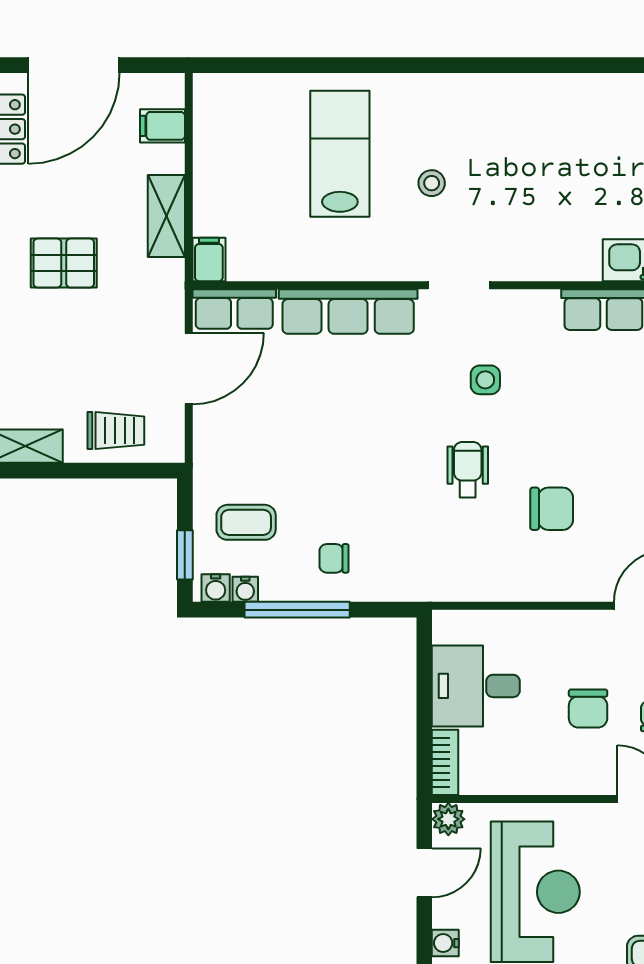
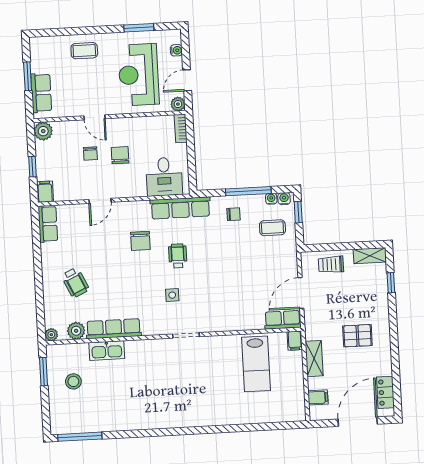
lab bench: (340, 154) -> (256, 364), moved
stool: (432, 183) -> (200, 379), removed
row of seats: (348, 312) -> (180, 208), moved, turned 180
wheelchair: (468, 470) -> (178, 256), turned 180
chair: (552, 509) -> (140, 241), turned -90
desk: (476, 686) -> (164, 177), moved, turned 90

